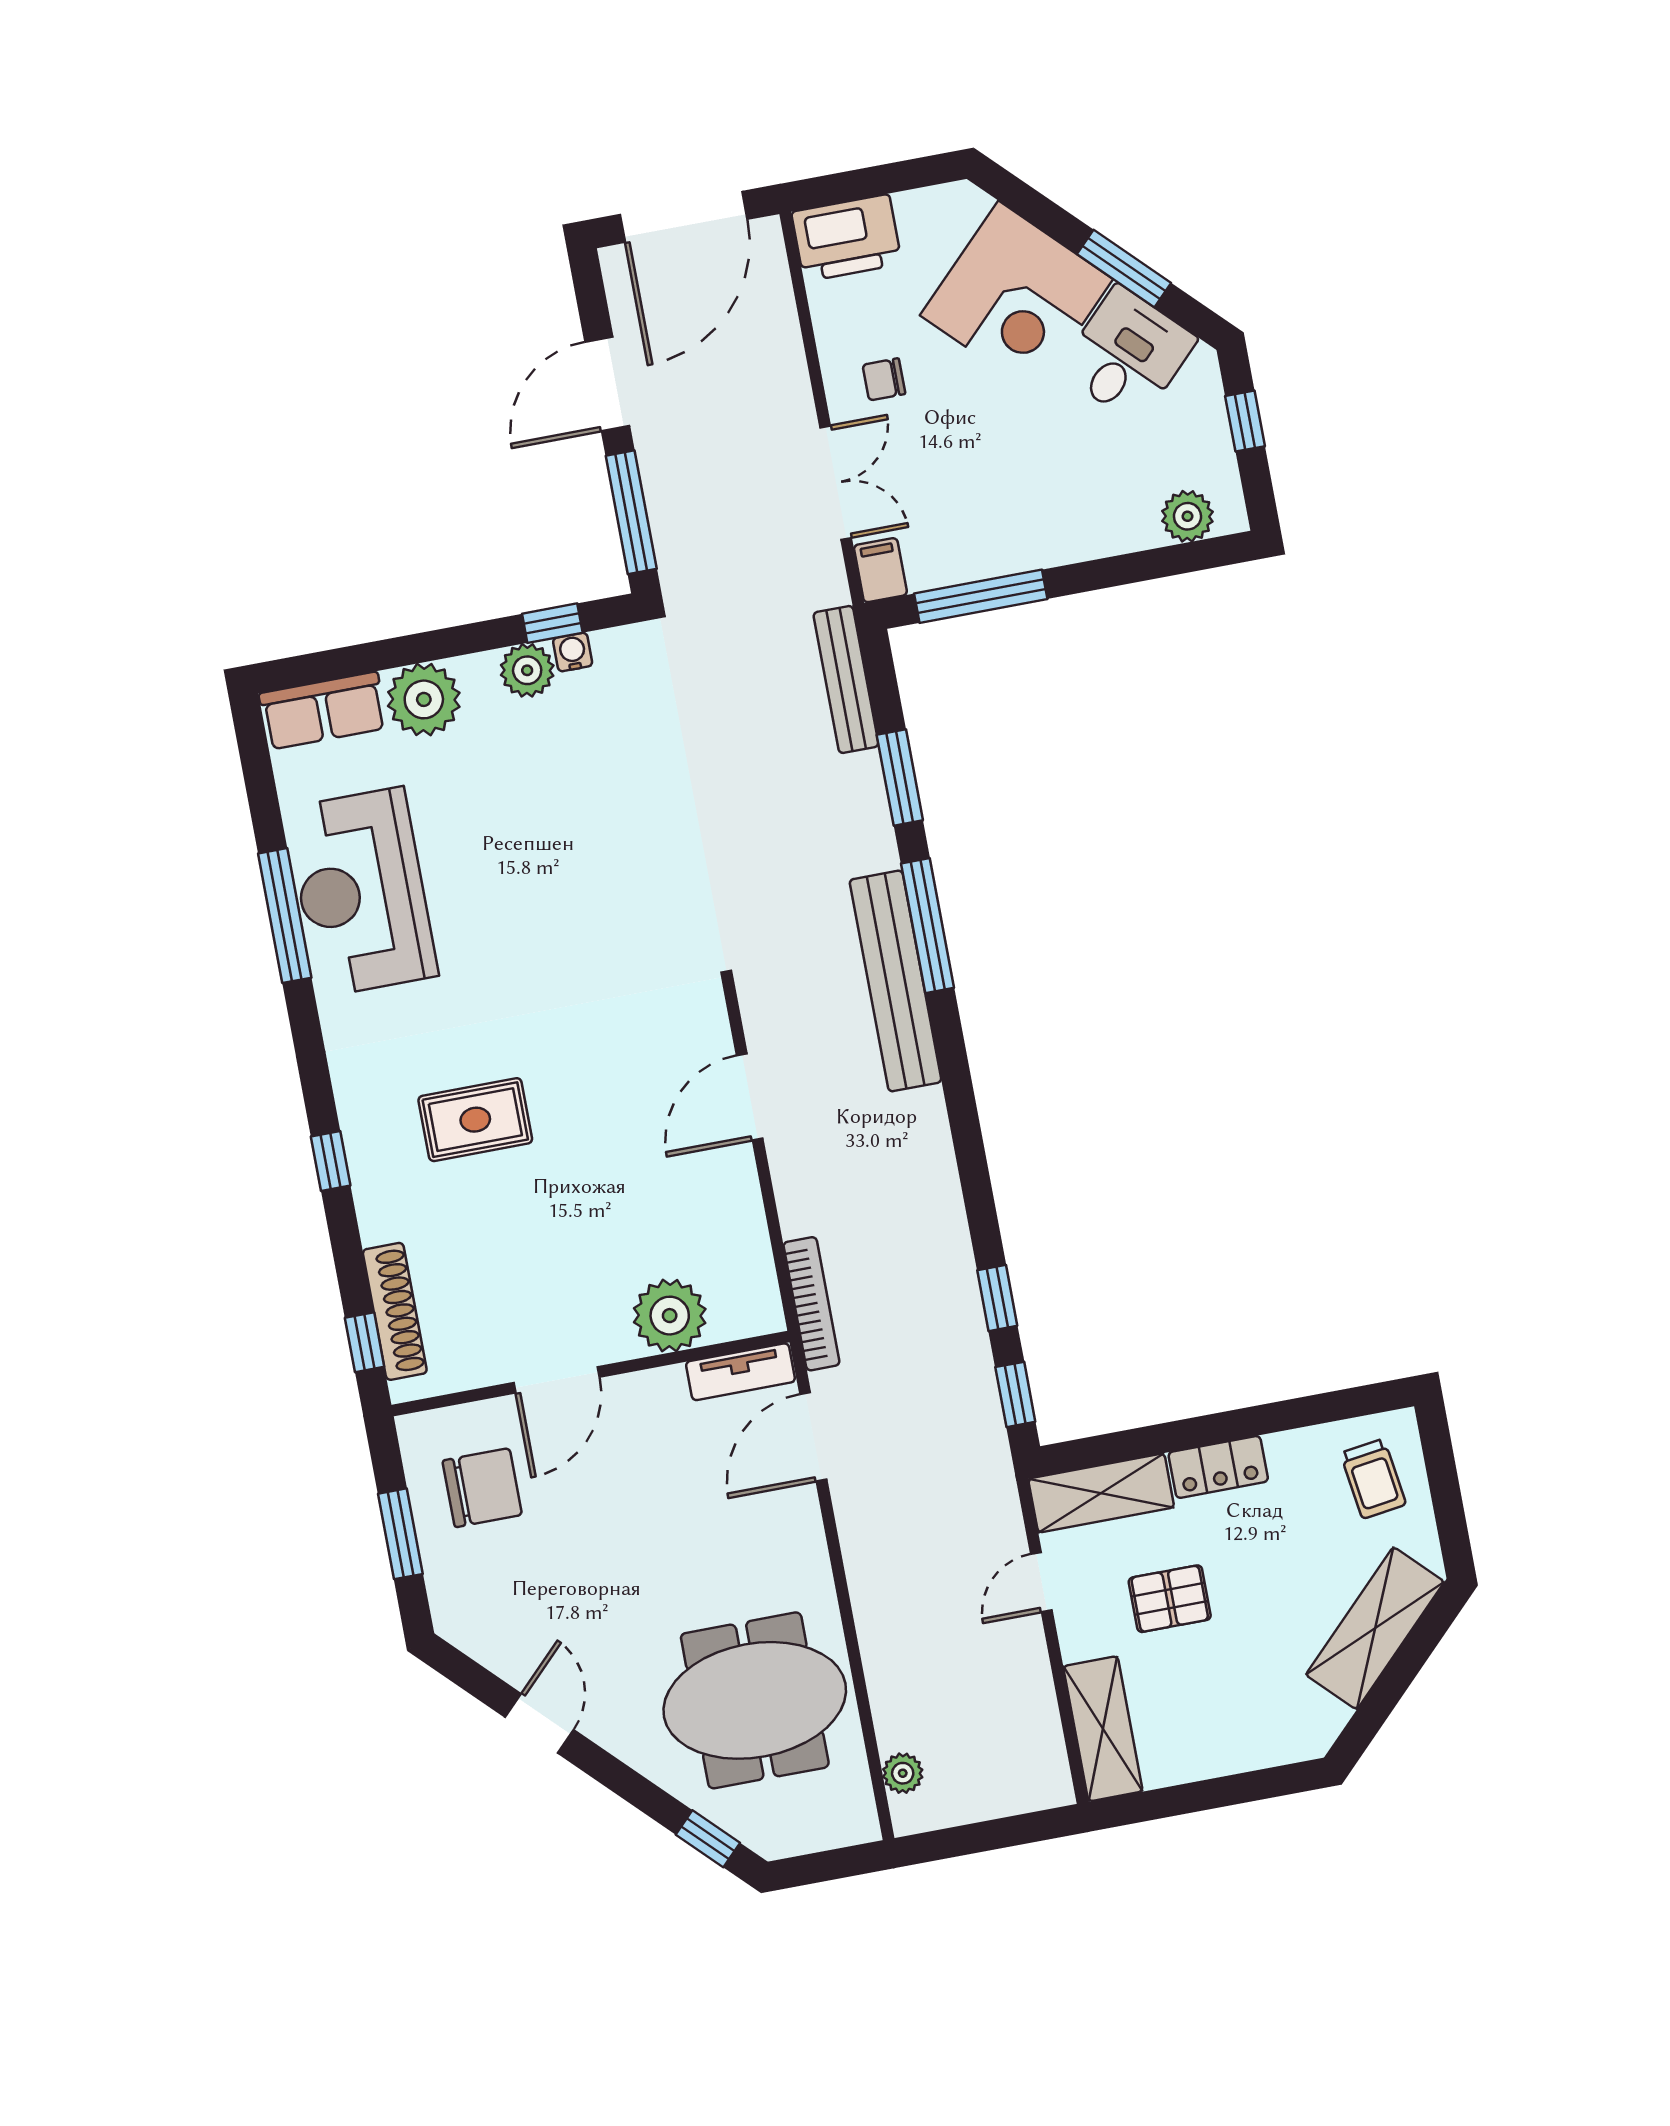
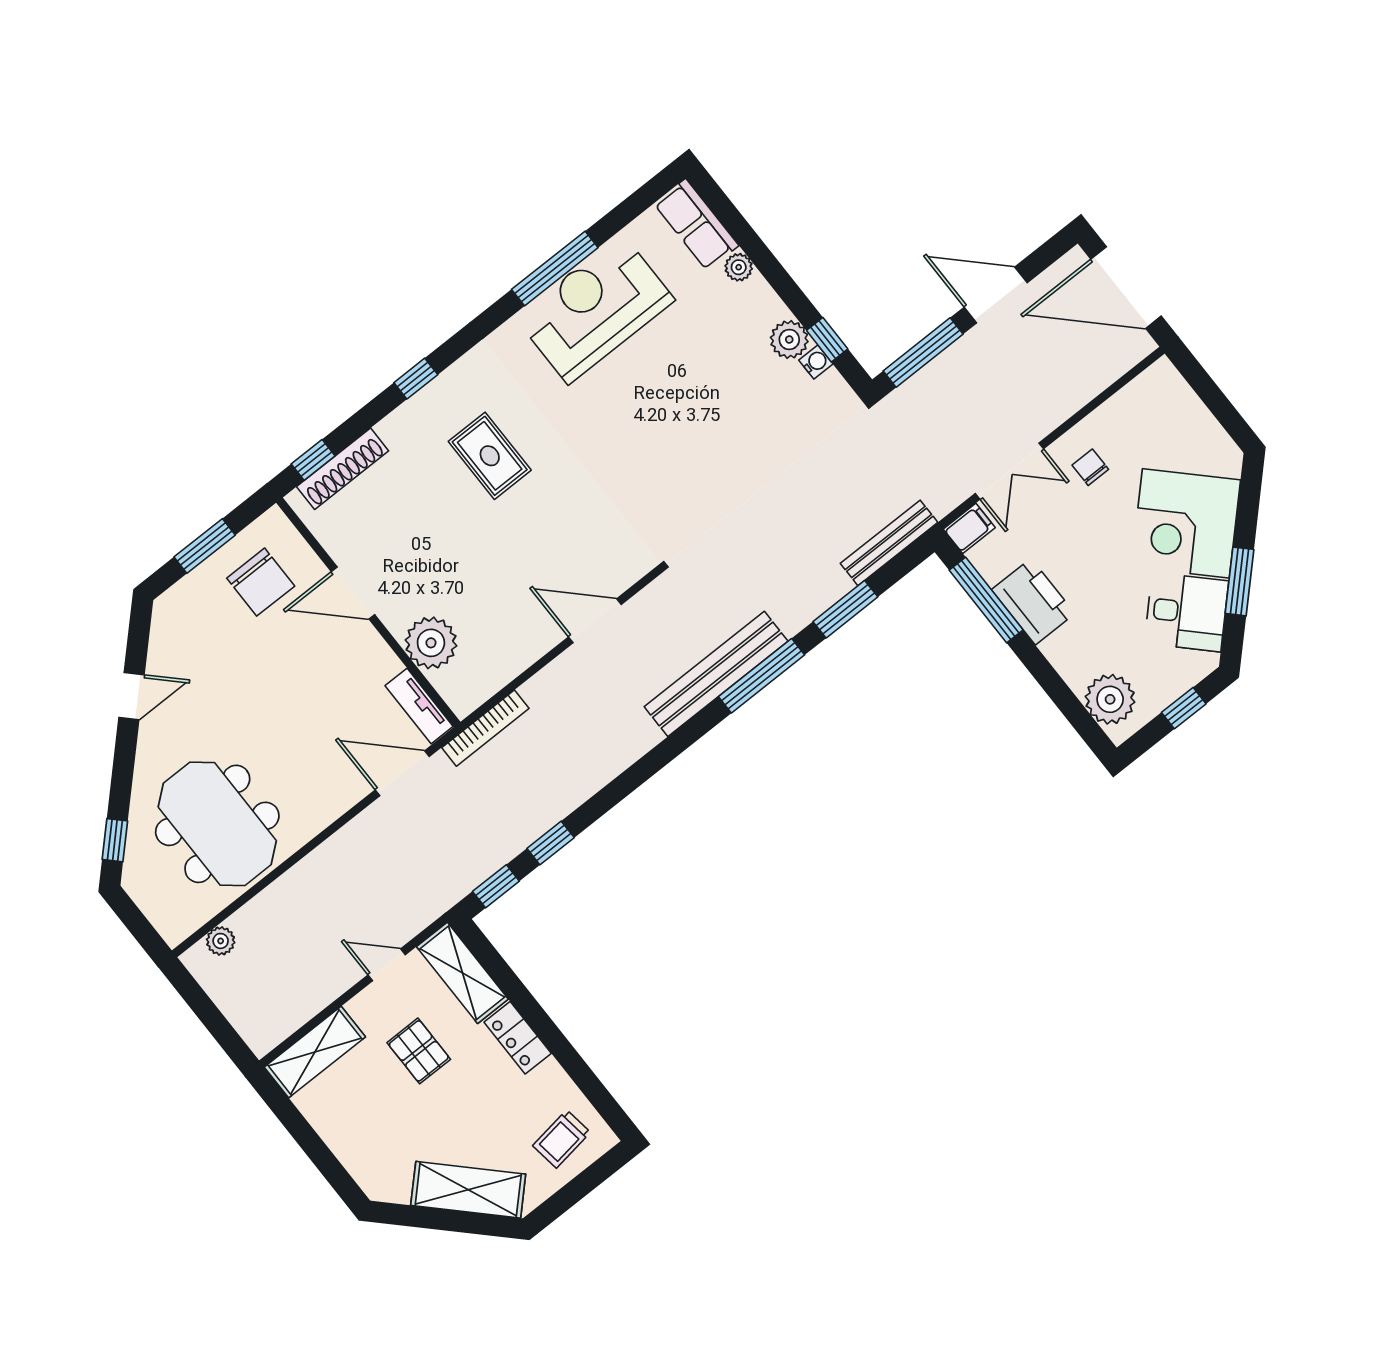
printer: (847, 238) -> (1033, 602), moved, turned 180
plant: (1187, 516) -> (1110, 699), width x1.36, depth x1.36
plant: (424, 699) -> (739, 267), width x0.53, depth x0.53

